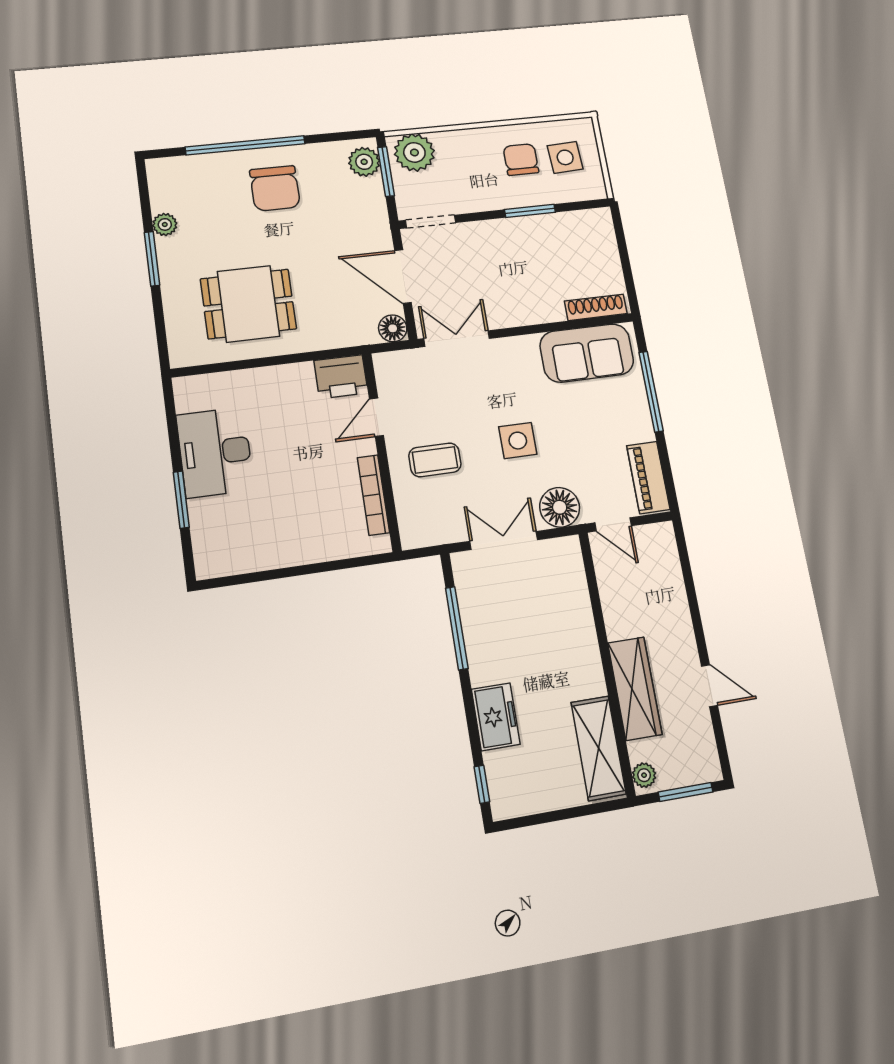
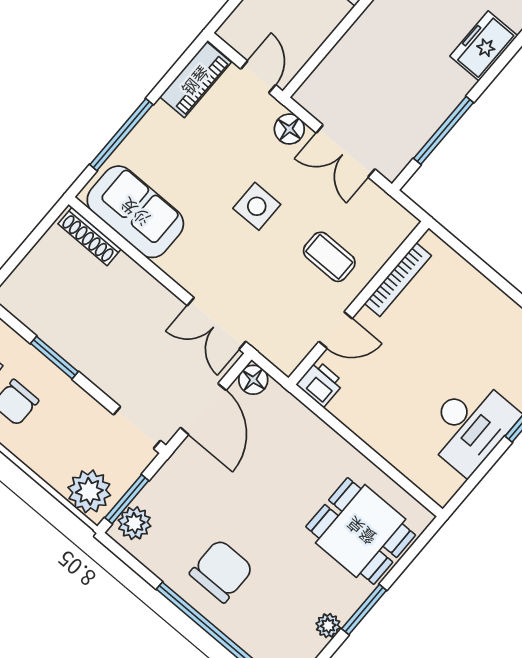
dining table: (248, 304) -> (361, 531), moved
printer: (341, 377) -> (320, 384), width x0.73, depth x0.81
floor lamp: (560, 507) -> (289, 129), width x0.73, depth x0.73

